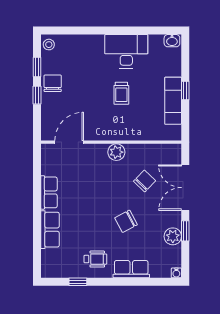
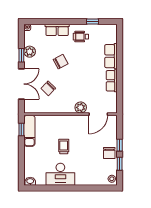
window: (185, 91) -> (21, 129), moved
exam couch: (173, 101) -> (29, 131), moved
plant: (116, 152) -> (81, 107), moved

